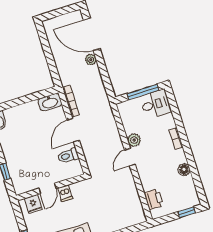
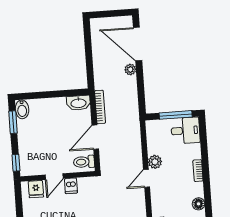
wall: (51, 187) -> (58, 176), moved
door: (47, 188) -> (54, 177), moved
dishwasher: (65, 193) -> (71, 186), moved
fridge: (33, 204) -> (36, 189), moved

